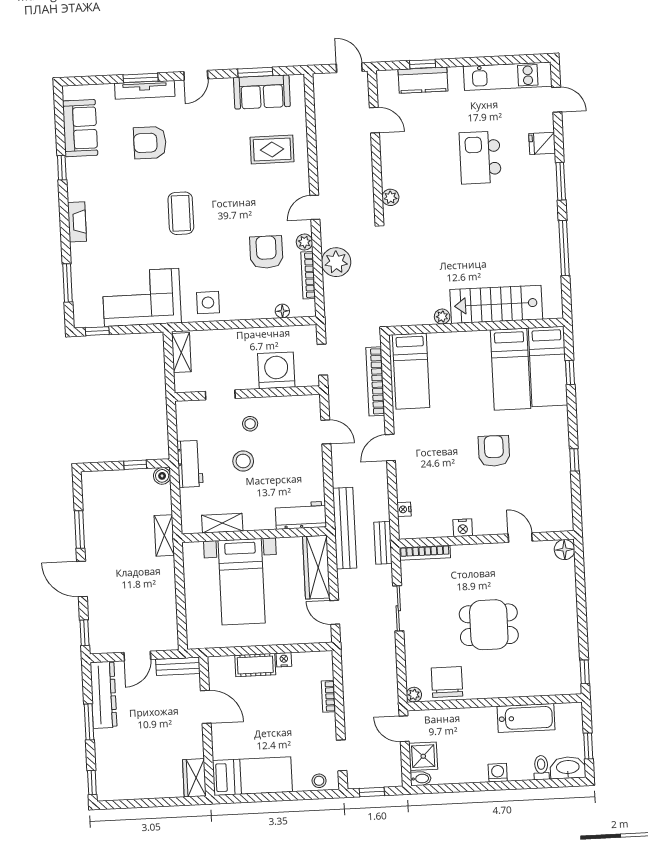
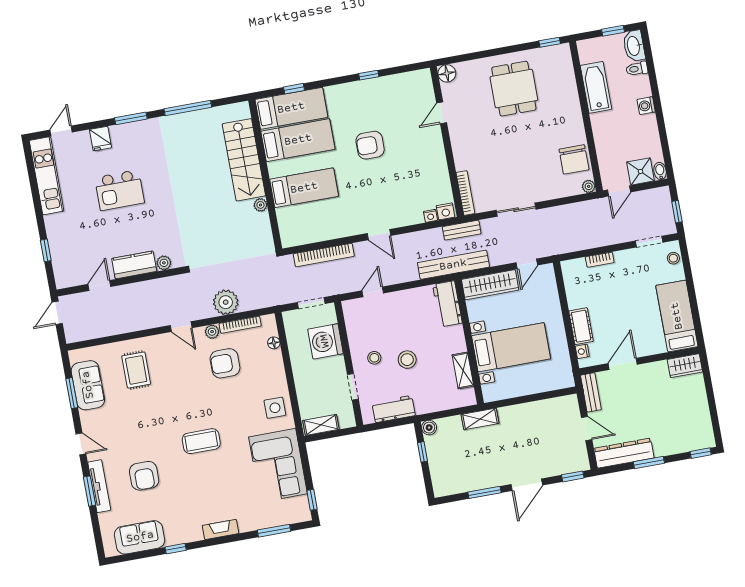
kitchen counter: (423, 80) -> (134, 265), moved, turned -90
bed: (411, 371) -> (304, 188), moved
workbench: (190, 464) -> (394, 409), moved
nightstand: (463, 528) -> (446, 211), moved, turned 90
dining table: (489, 625) -> (514, 89), moved
nightstand: (284, 660) -> (582, 351), moved
chair: (447, 682) -> (574, 159), turned -90

